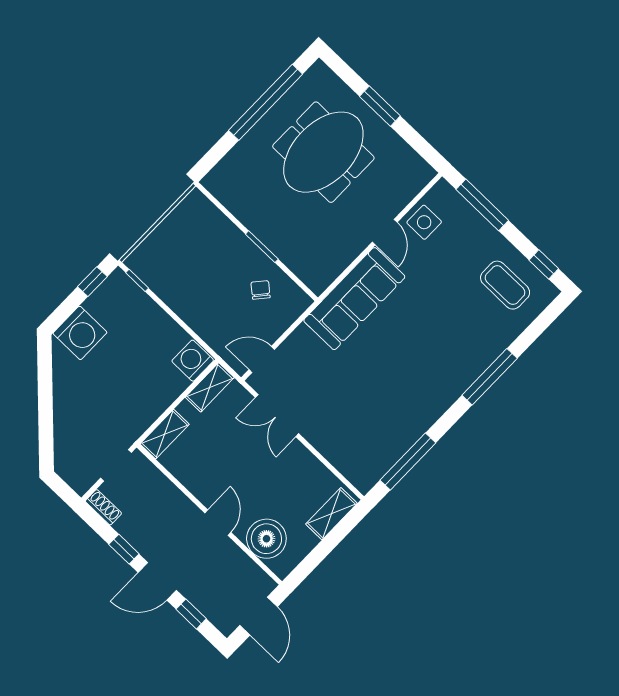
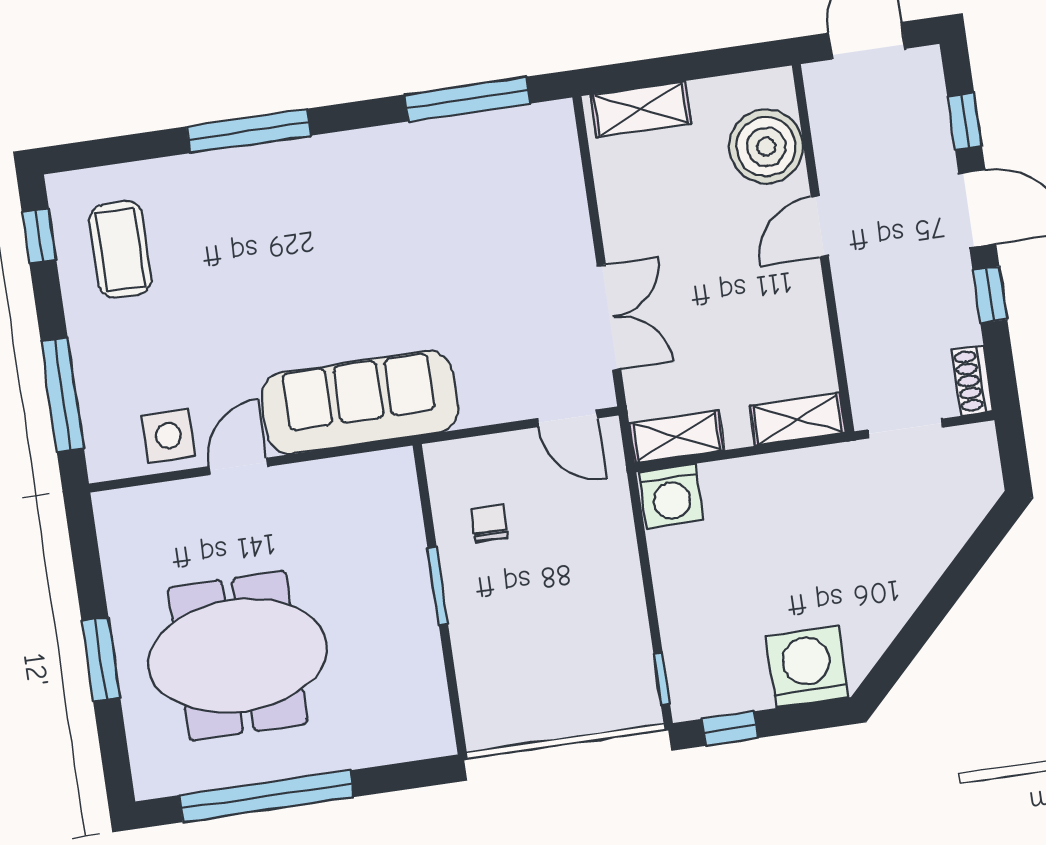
chair: (261, 290) -> (489, 523), turned 140

